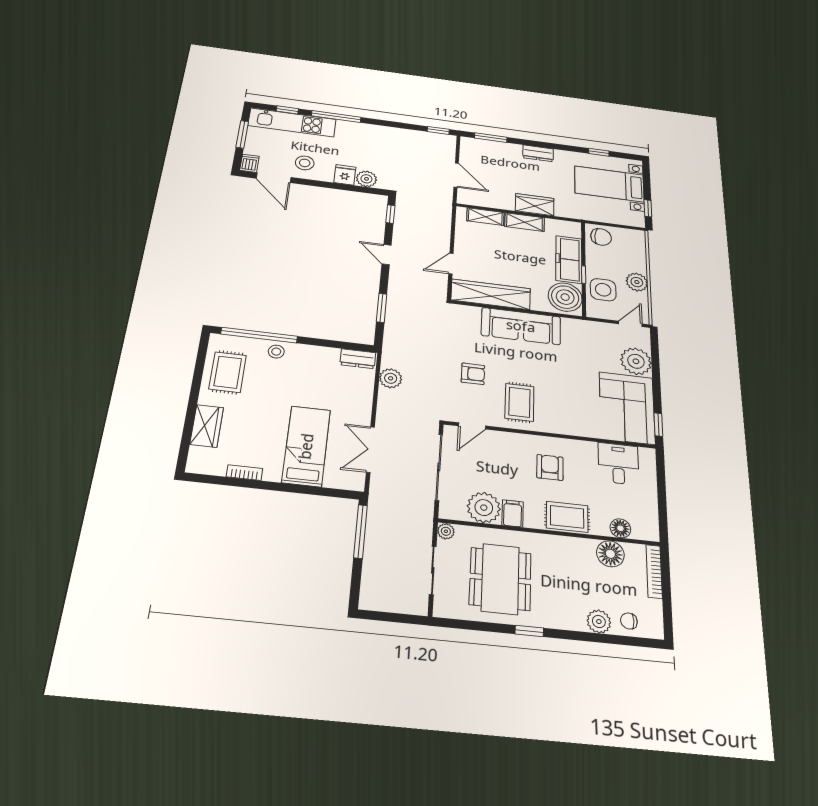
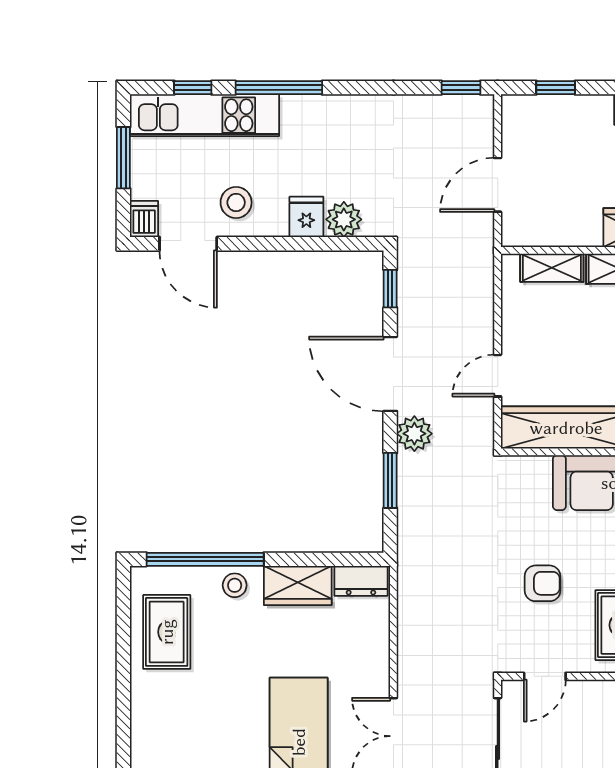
window: (491, 138) -> (556, 88), width x0.67
door: (456, 175) -> (498, 185), swing flipped
door: (387, 255) -> (390, 374), width x1.88
plant: (391, 378) -> (414, 434), moved
wardrobe: (207, 426) -> (298, 585), moved, turned 90

